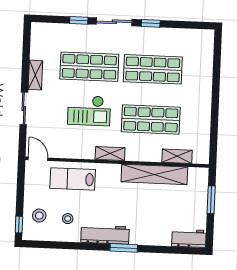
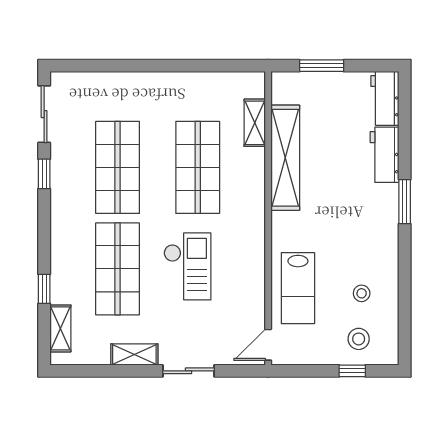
sliding door: (114, 22) -> (44, 114), moved
shelving: (110, 154) -> (60, 328), moved
window: (19, 225) -> (352, 371), moved
workbench: (105, 235) -> (385, 155), moved, width x0.73

